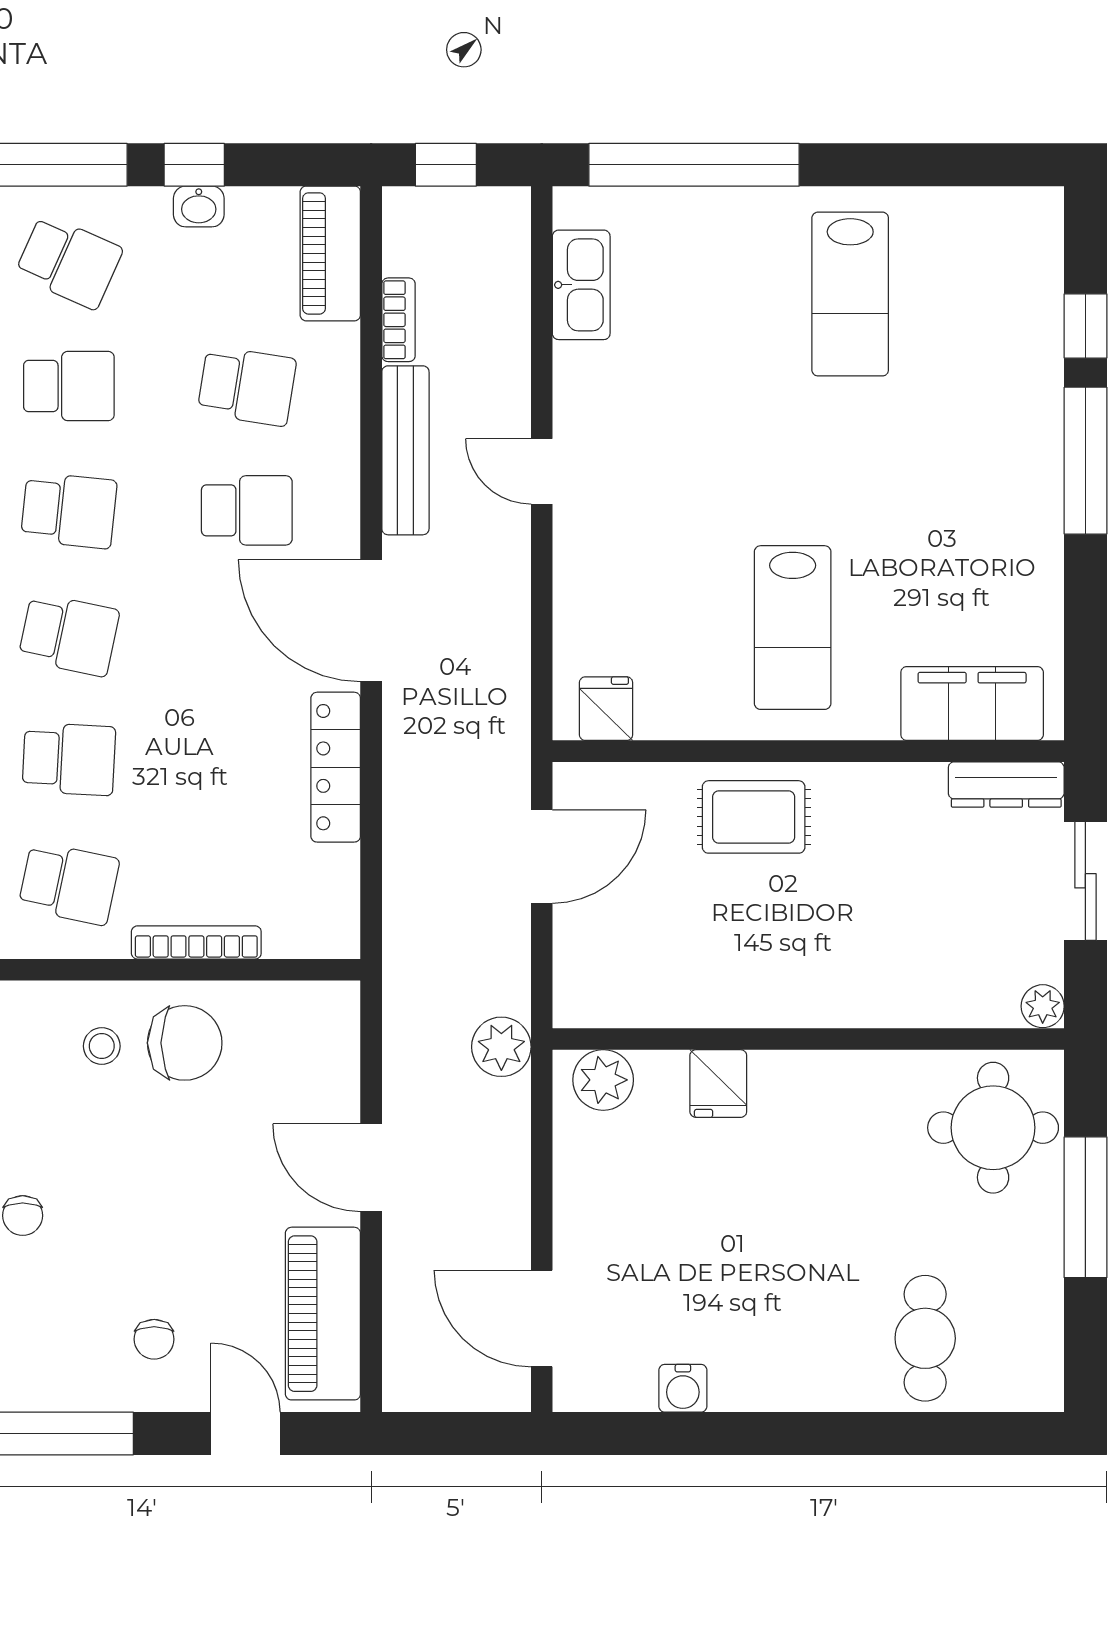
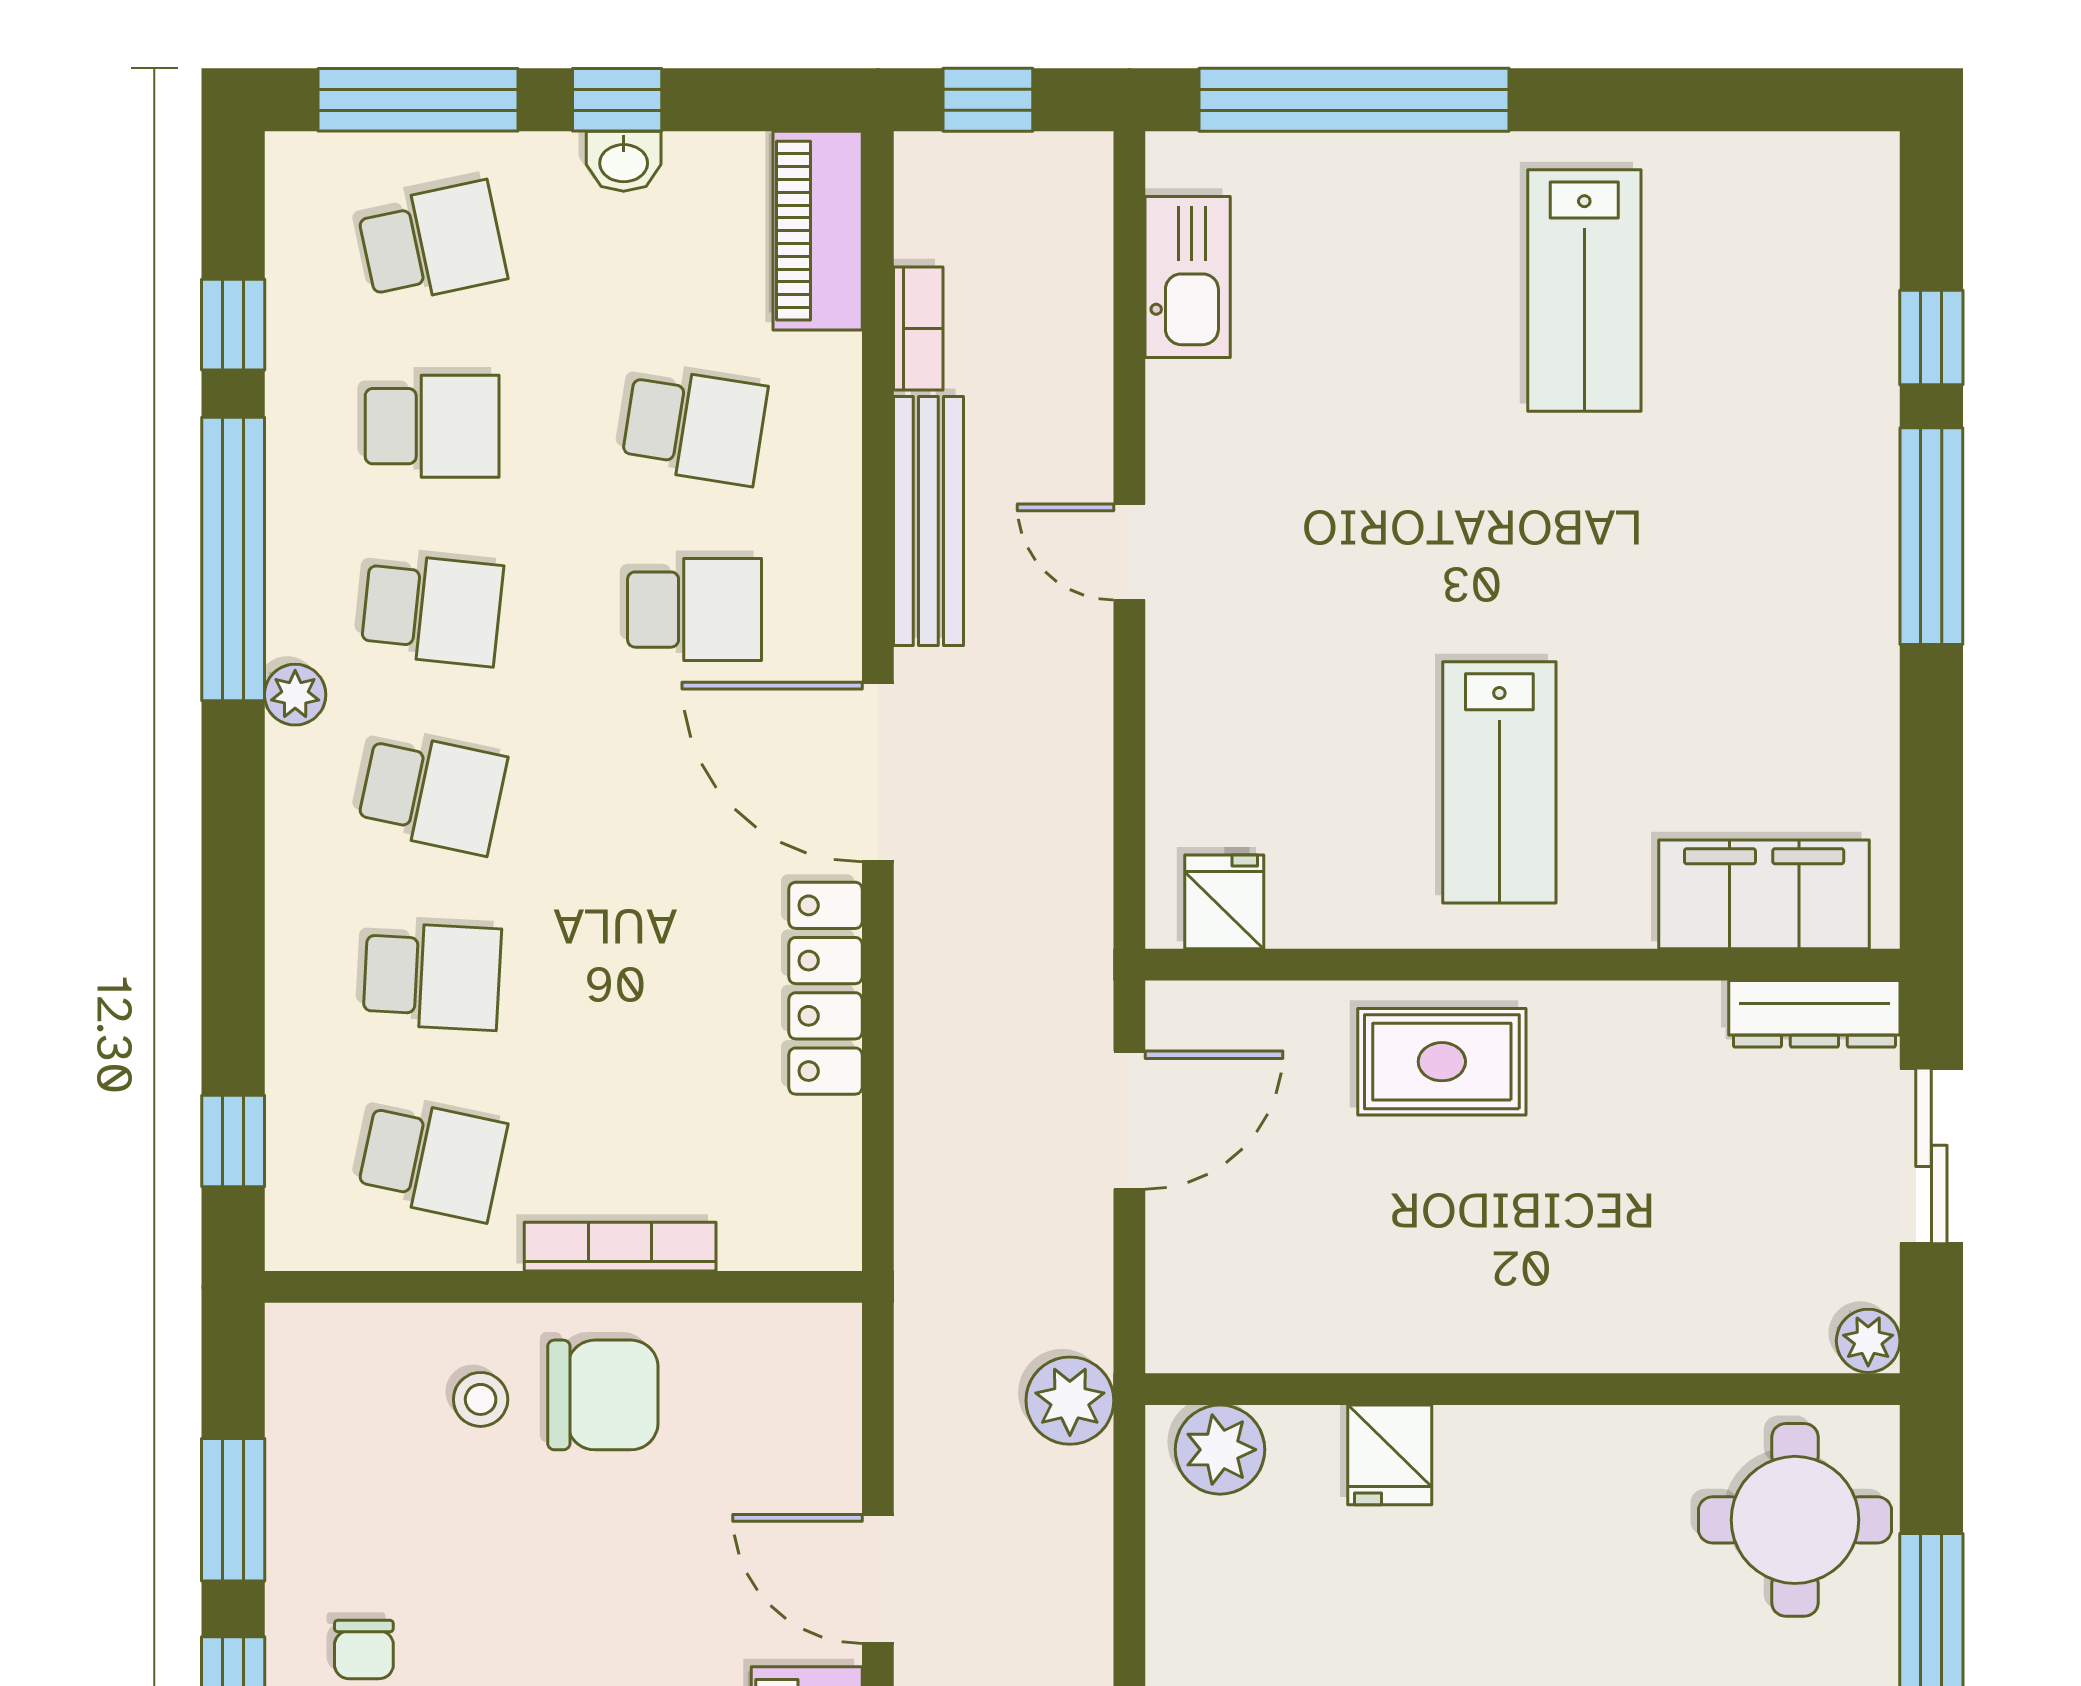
school desk: (69, 262) -> (432, 243), turned -36

